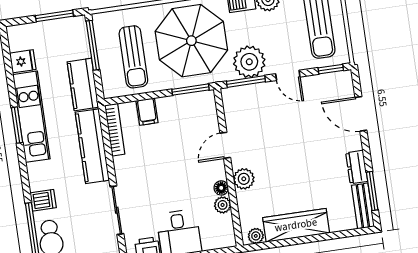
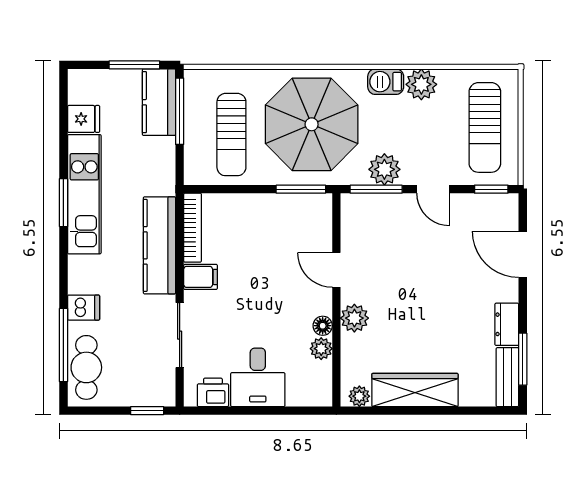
plant: (249, 62) -> (384, 169), width x0.73, depth x0.73
kitchen counter: (83, 84) -> (159, 102), moved
filing cabinet: (147, 112) -> (200, 277), moved, turned -90
door: (225, 145) -> (336, 270), hinge flipped

